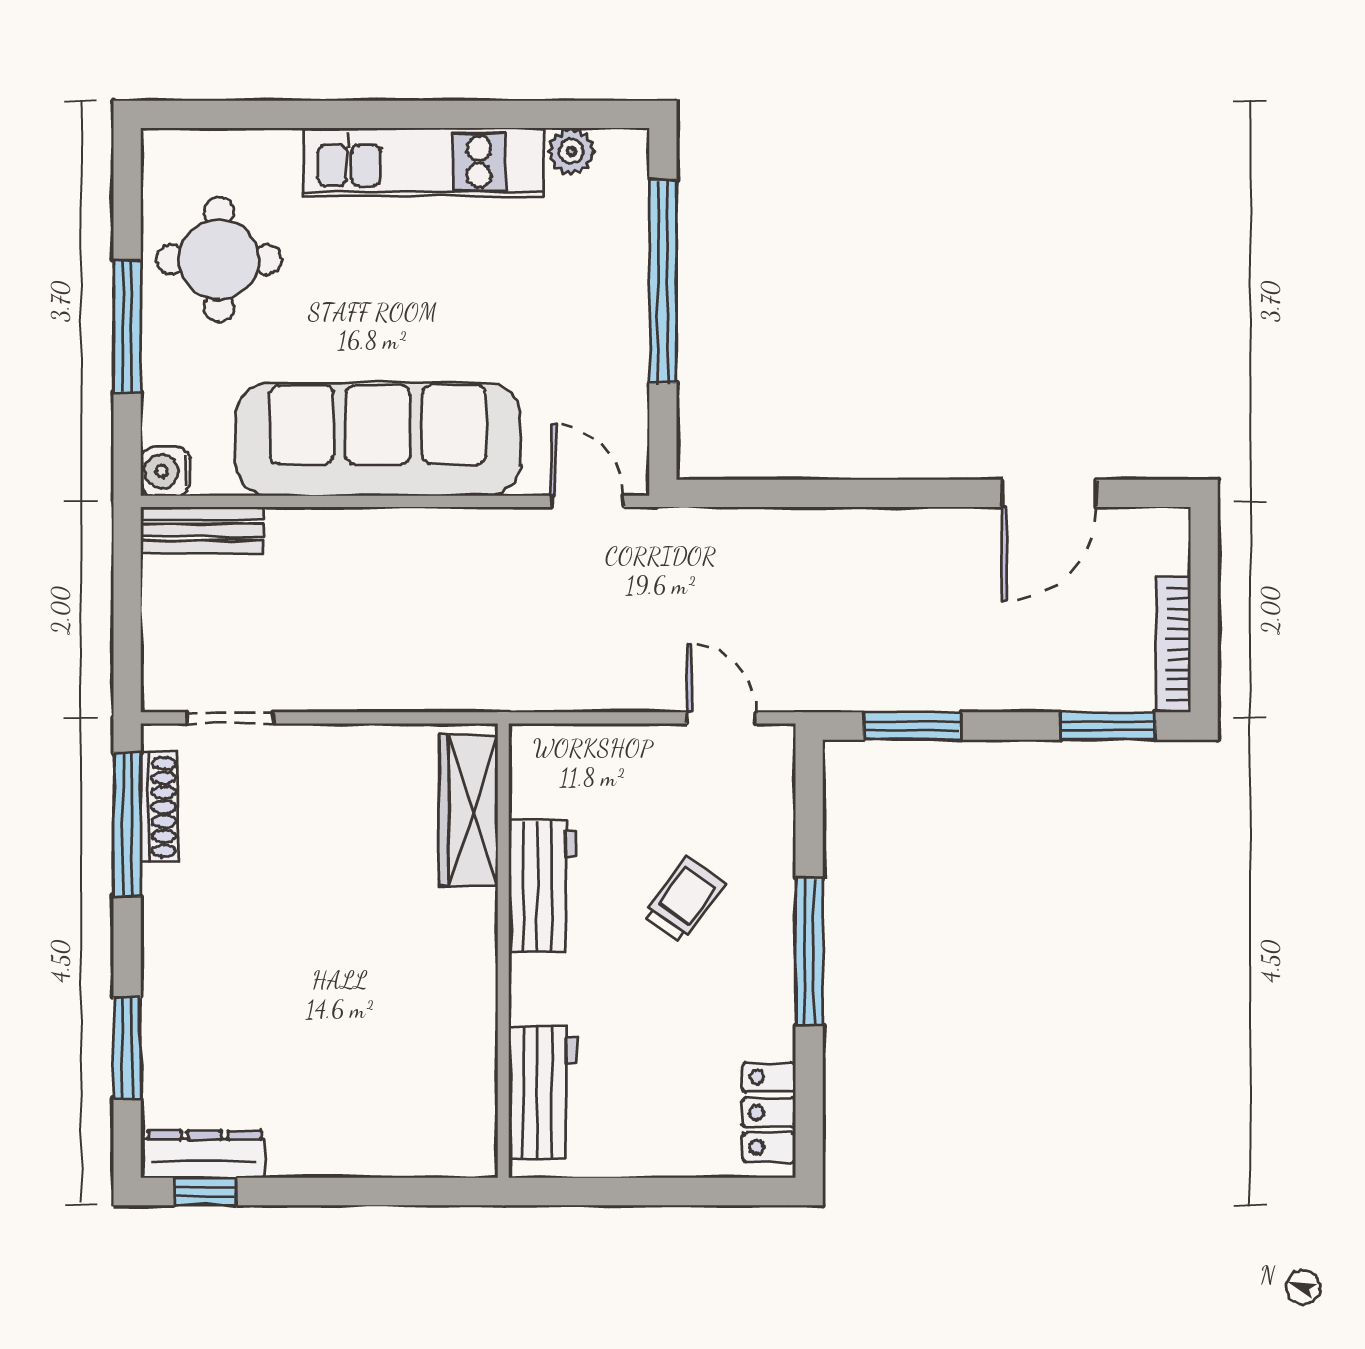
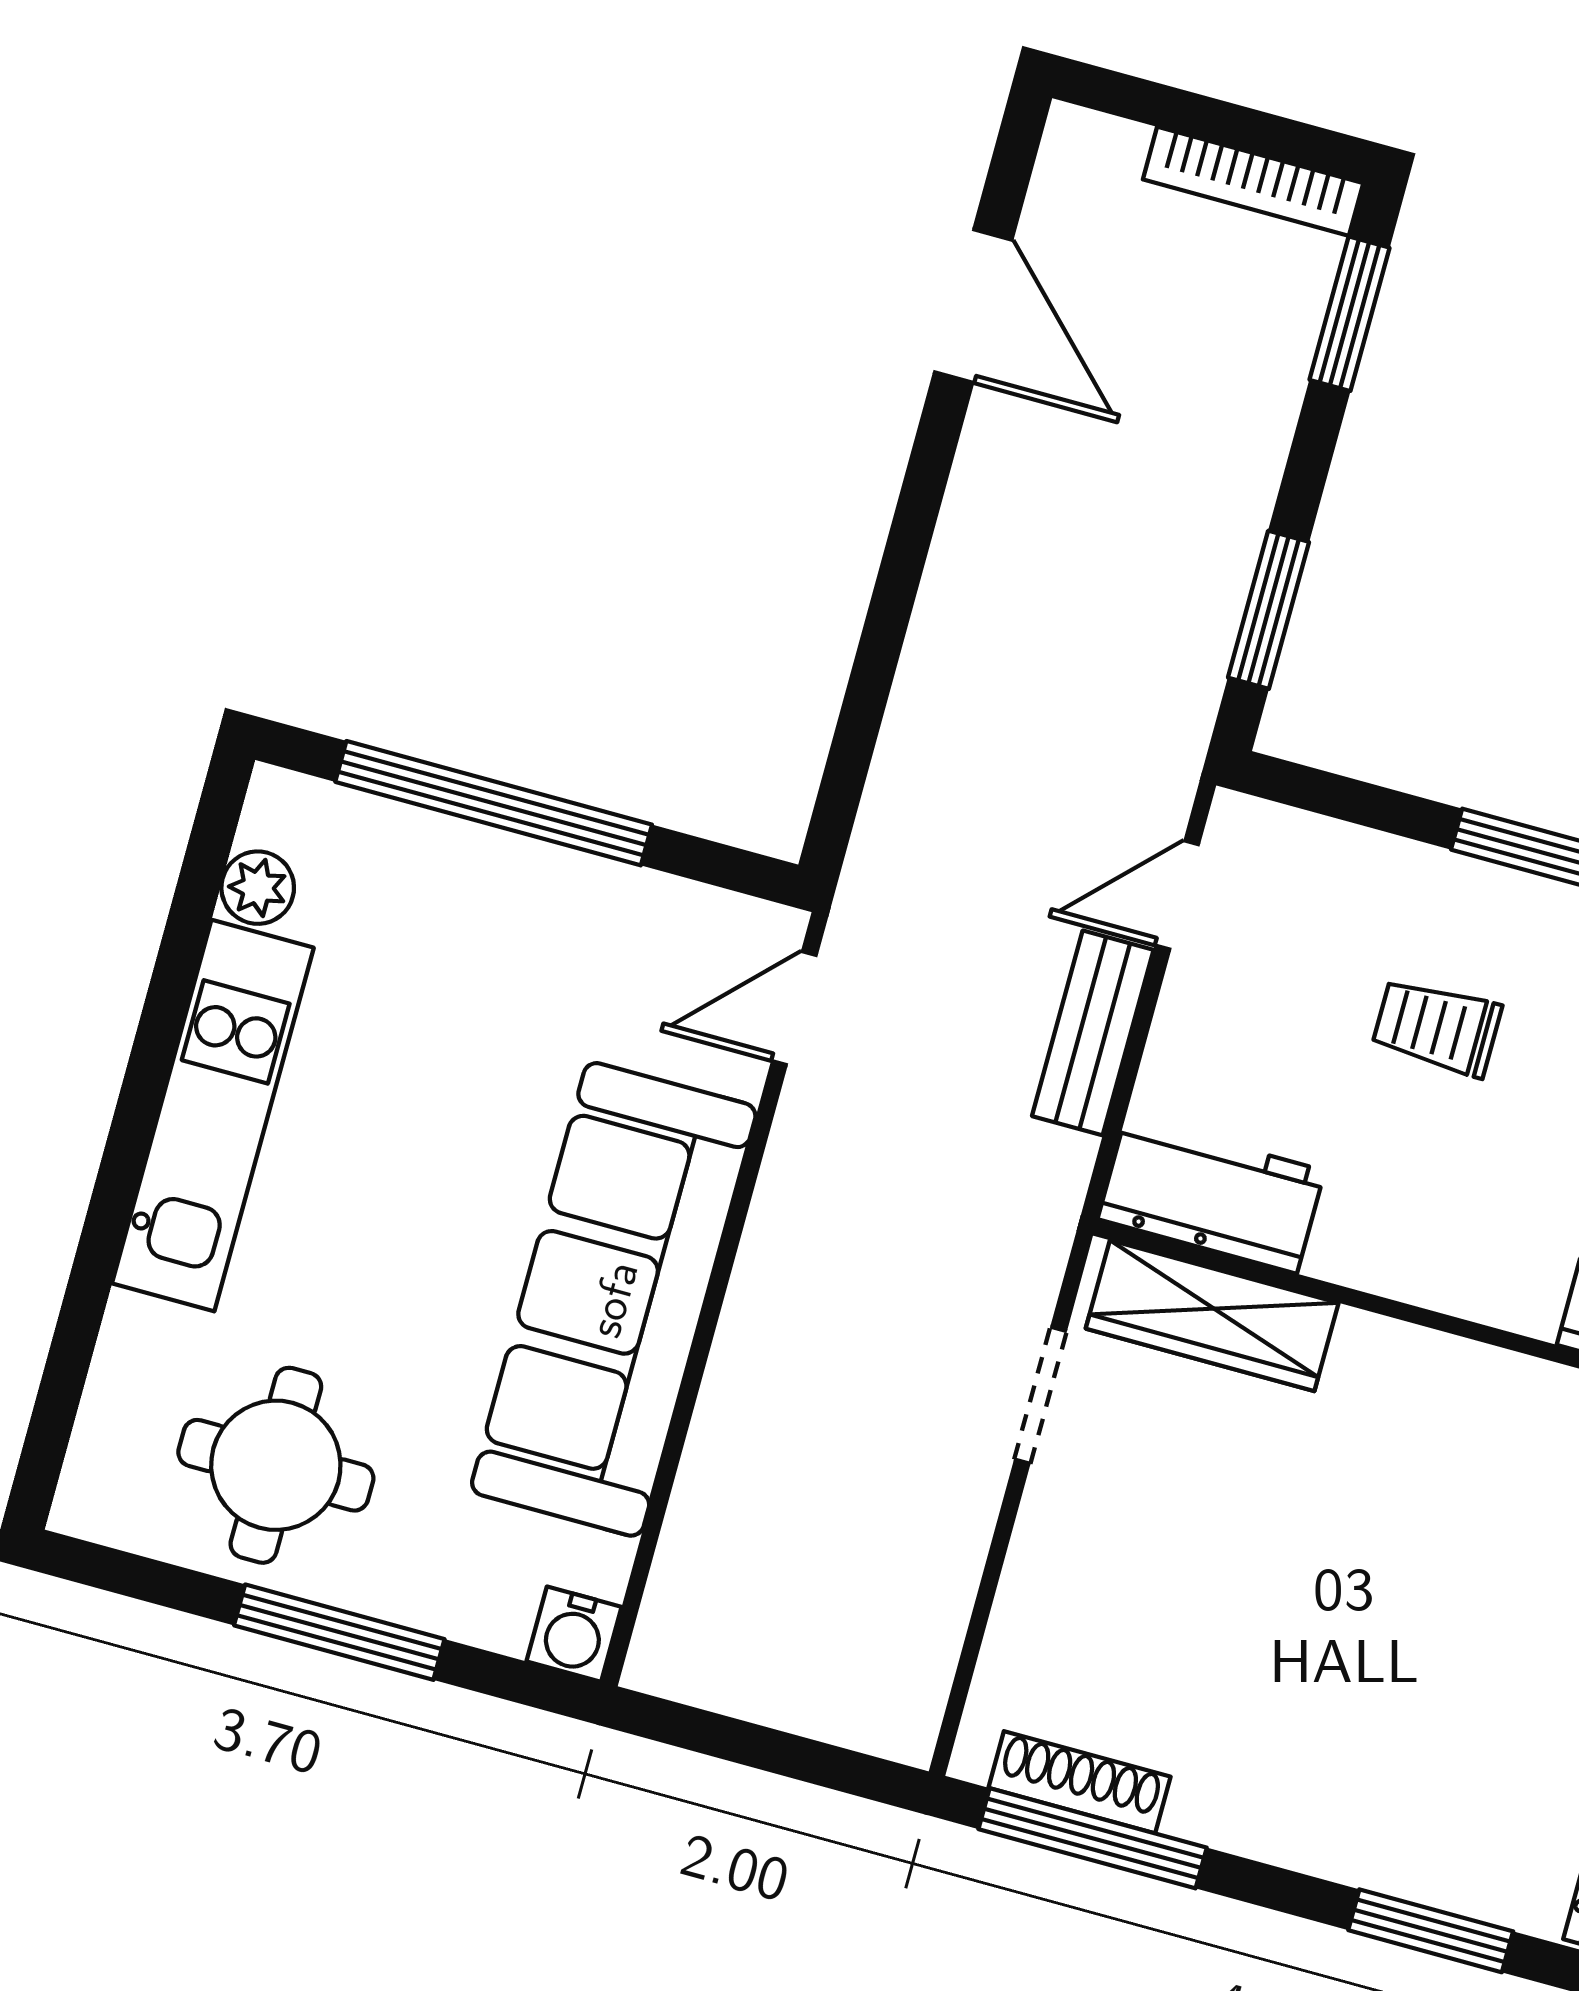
bench: (202, 530) -> (1093, 1033), moved
doorway: (230, 718) -> (1040, 1395), moved
workbench: (543, 886) -> (1211, 1195), moved
trolley: (684, 900) -> (1437, 1027), turned -36

